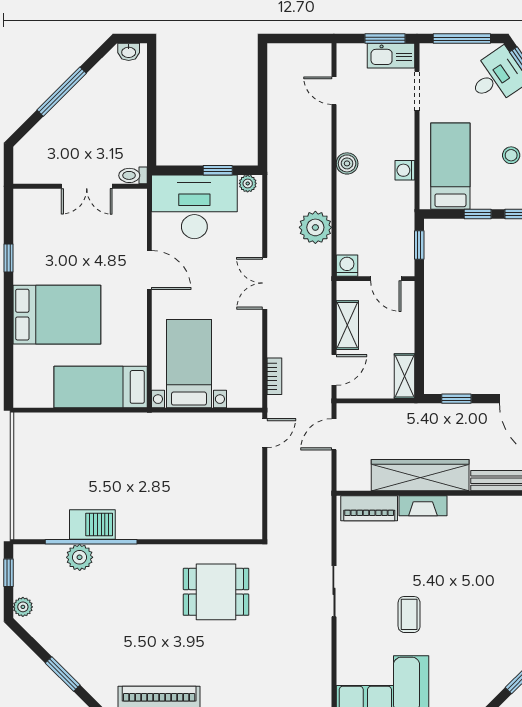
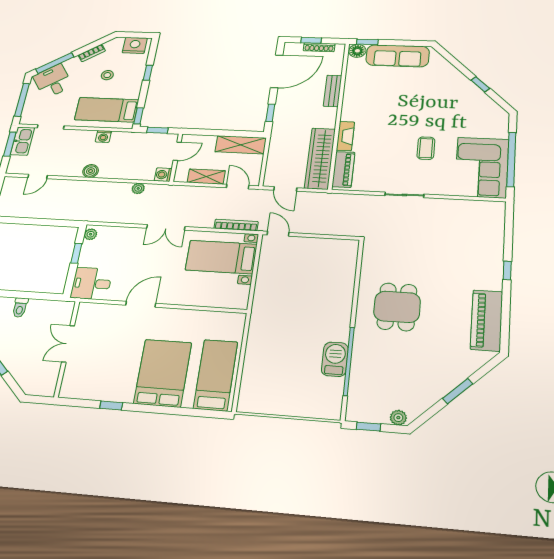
toilet: (133, 175) -> (20, 307), moved
double door: (87, 186) -> (68, 344), swing flipped
desk: (194, 207) -> (91, 284), width x0.53, depth x0.77
window: (478, 214) -> (139, 116), moved
plant: (315, 227) -> (138, 188), width x0.53, depth x0.53
bed with nightstands: (189, 364) -> (221, 257), moved
bookcase: (274, 376) -> (236, 225), width x1.56
shelving: (405, 376) -> (241, 145), width x1.50, depth x1.33
bed: (101, 387) -> (216, 375), moved, turned 180
wardrobe: (420, 475) -> (320, 158), moved
plant: (80, 557) -> (361, 371), removed
dining table: (216, 592) -> (397, 307), moved
coffee table: (409, 614) -> (426, 148), turned 90

